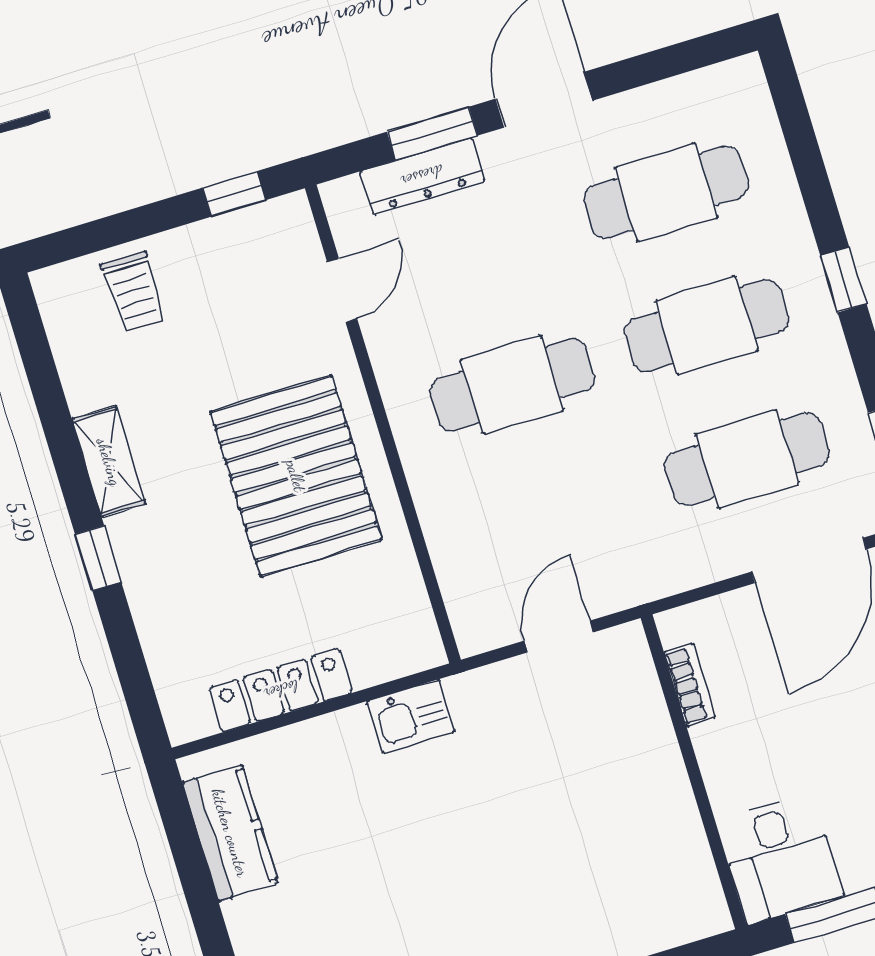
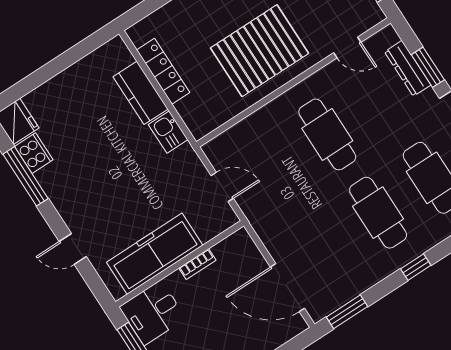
cafe table: (747, 459) -> (324, 247), removed
bookcase: (690, 685) -> (197, 264), moved
freezer: (658, 818) -> (155, 254), added
kitchen counter: (230, 833) -> (141, 93), moved, turned 90

